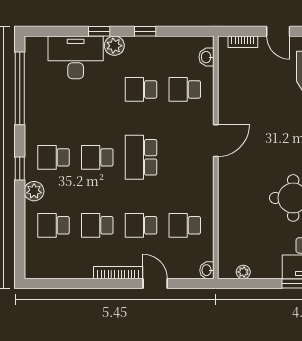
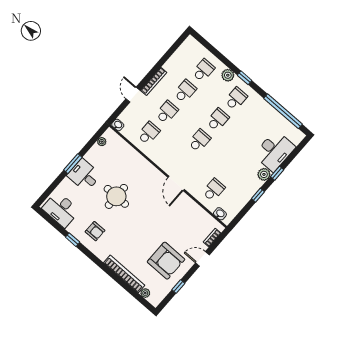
school desk: (141, 89) -> (232, 169), removed
school desk: (141, 157) -> (199, 141), width x0.54
door: (155, 284) -> (133, 95), swing flipped

